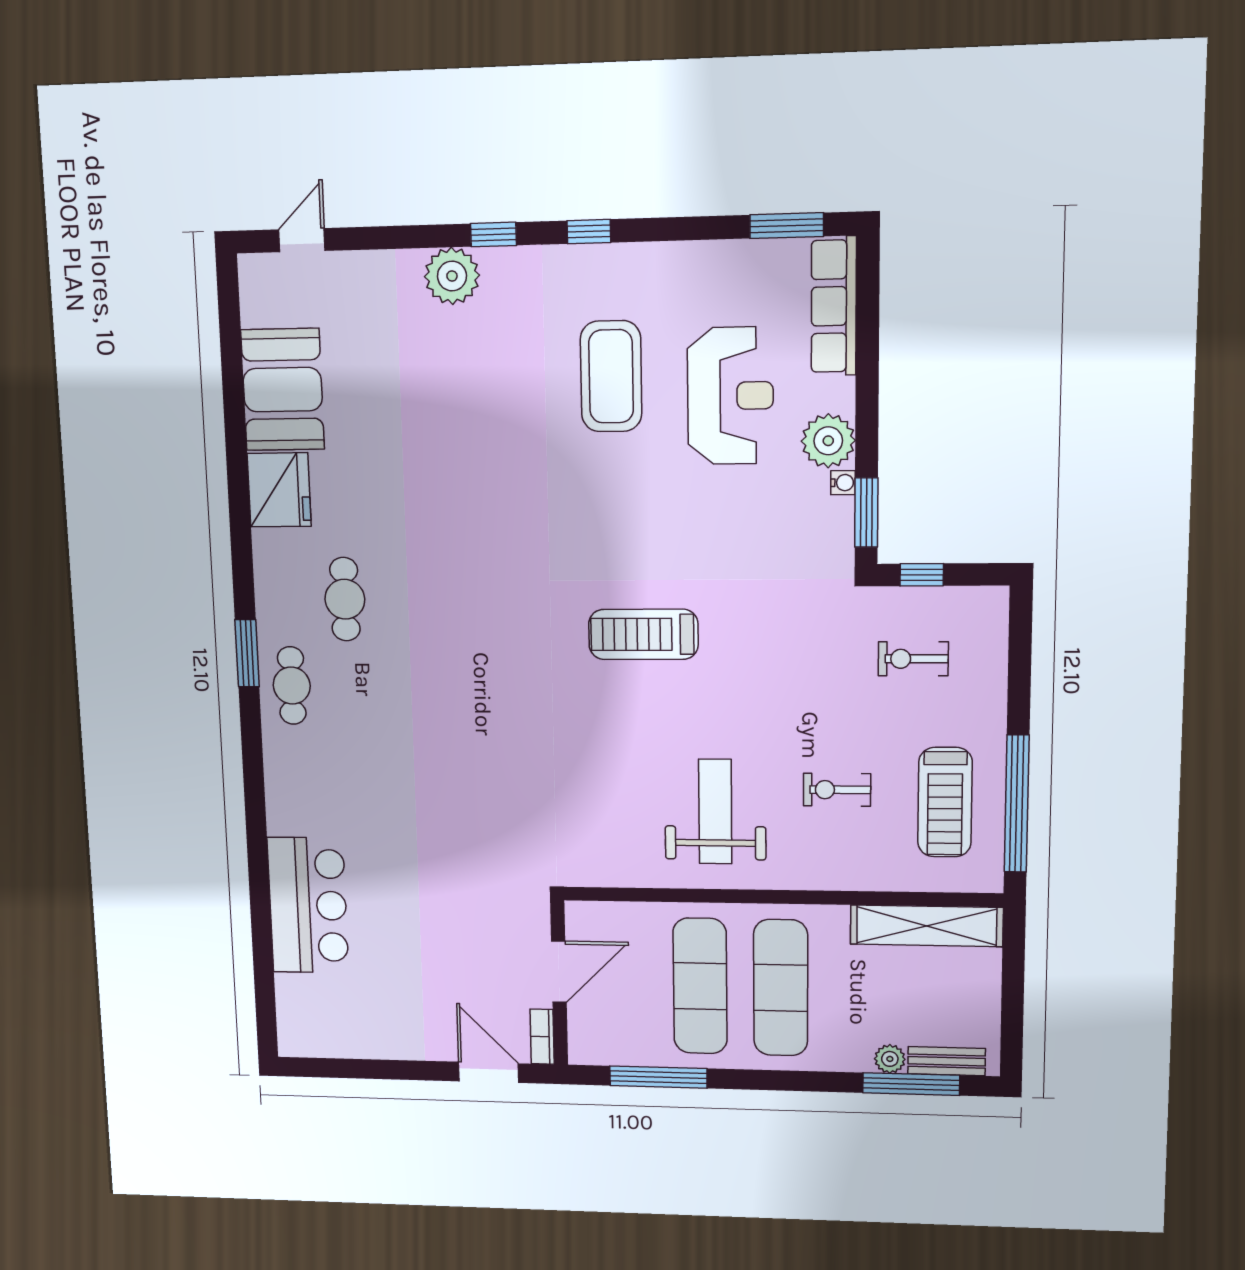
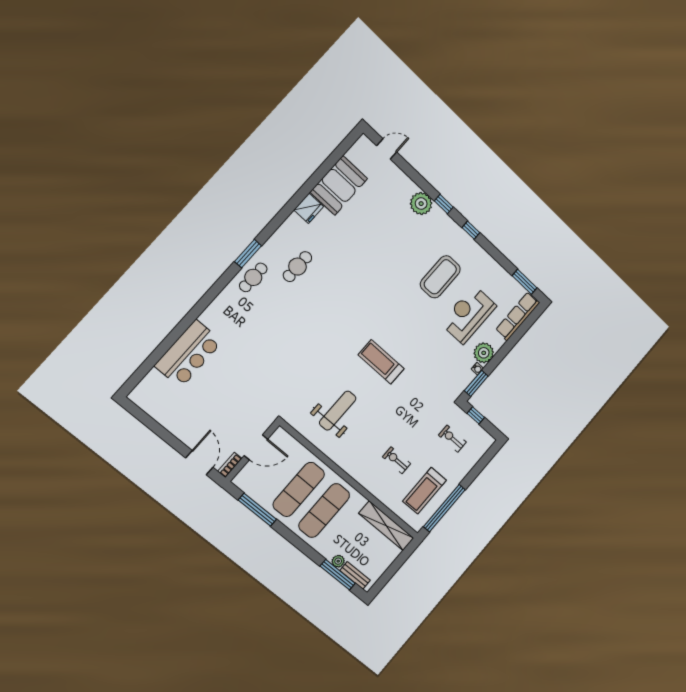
reception desk: (730, 396) -> (468, 315), turned 180
fridge: (279, 490) -> (309, 208), width x0.73, depth x0.75
weight bench: (715, 812) -> (338, 411), moved

